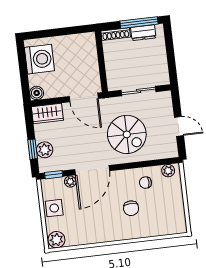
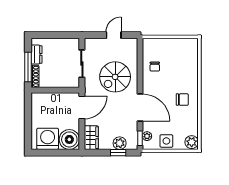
window: (139, 23) -> (28, 67), moved
boiler: (37, 93) -> (69, 139), width x1.86, depth x1.86
spiral stairs: (127, 134) -> (115, 77), turned 180
plant: (168, 171) -> (147, 48), removed
plant: (70, 182) -> (147, 136), moved
chair: (131, 208) -> (182, 100), moved

